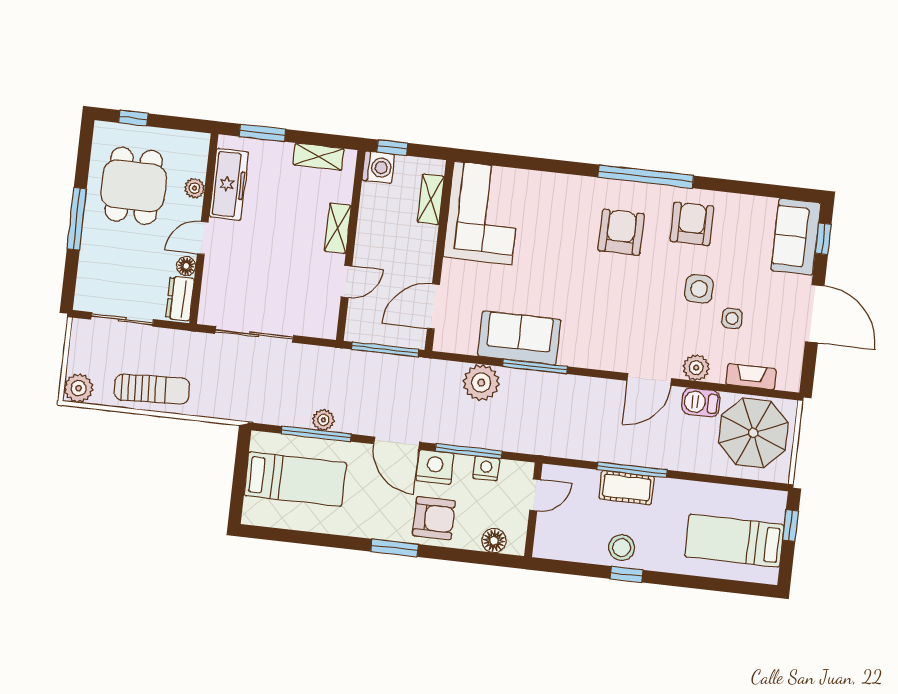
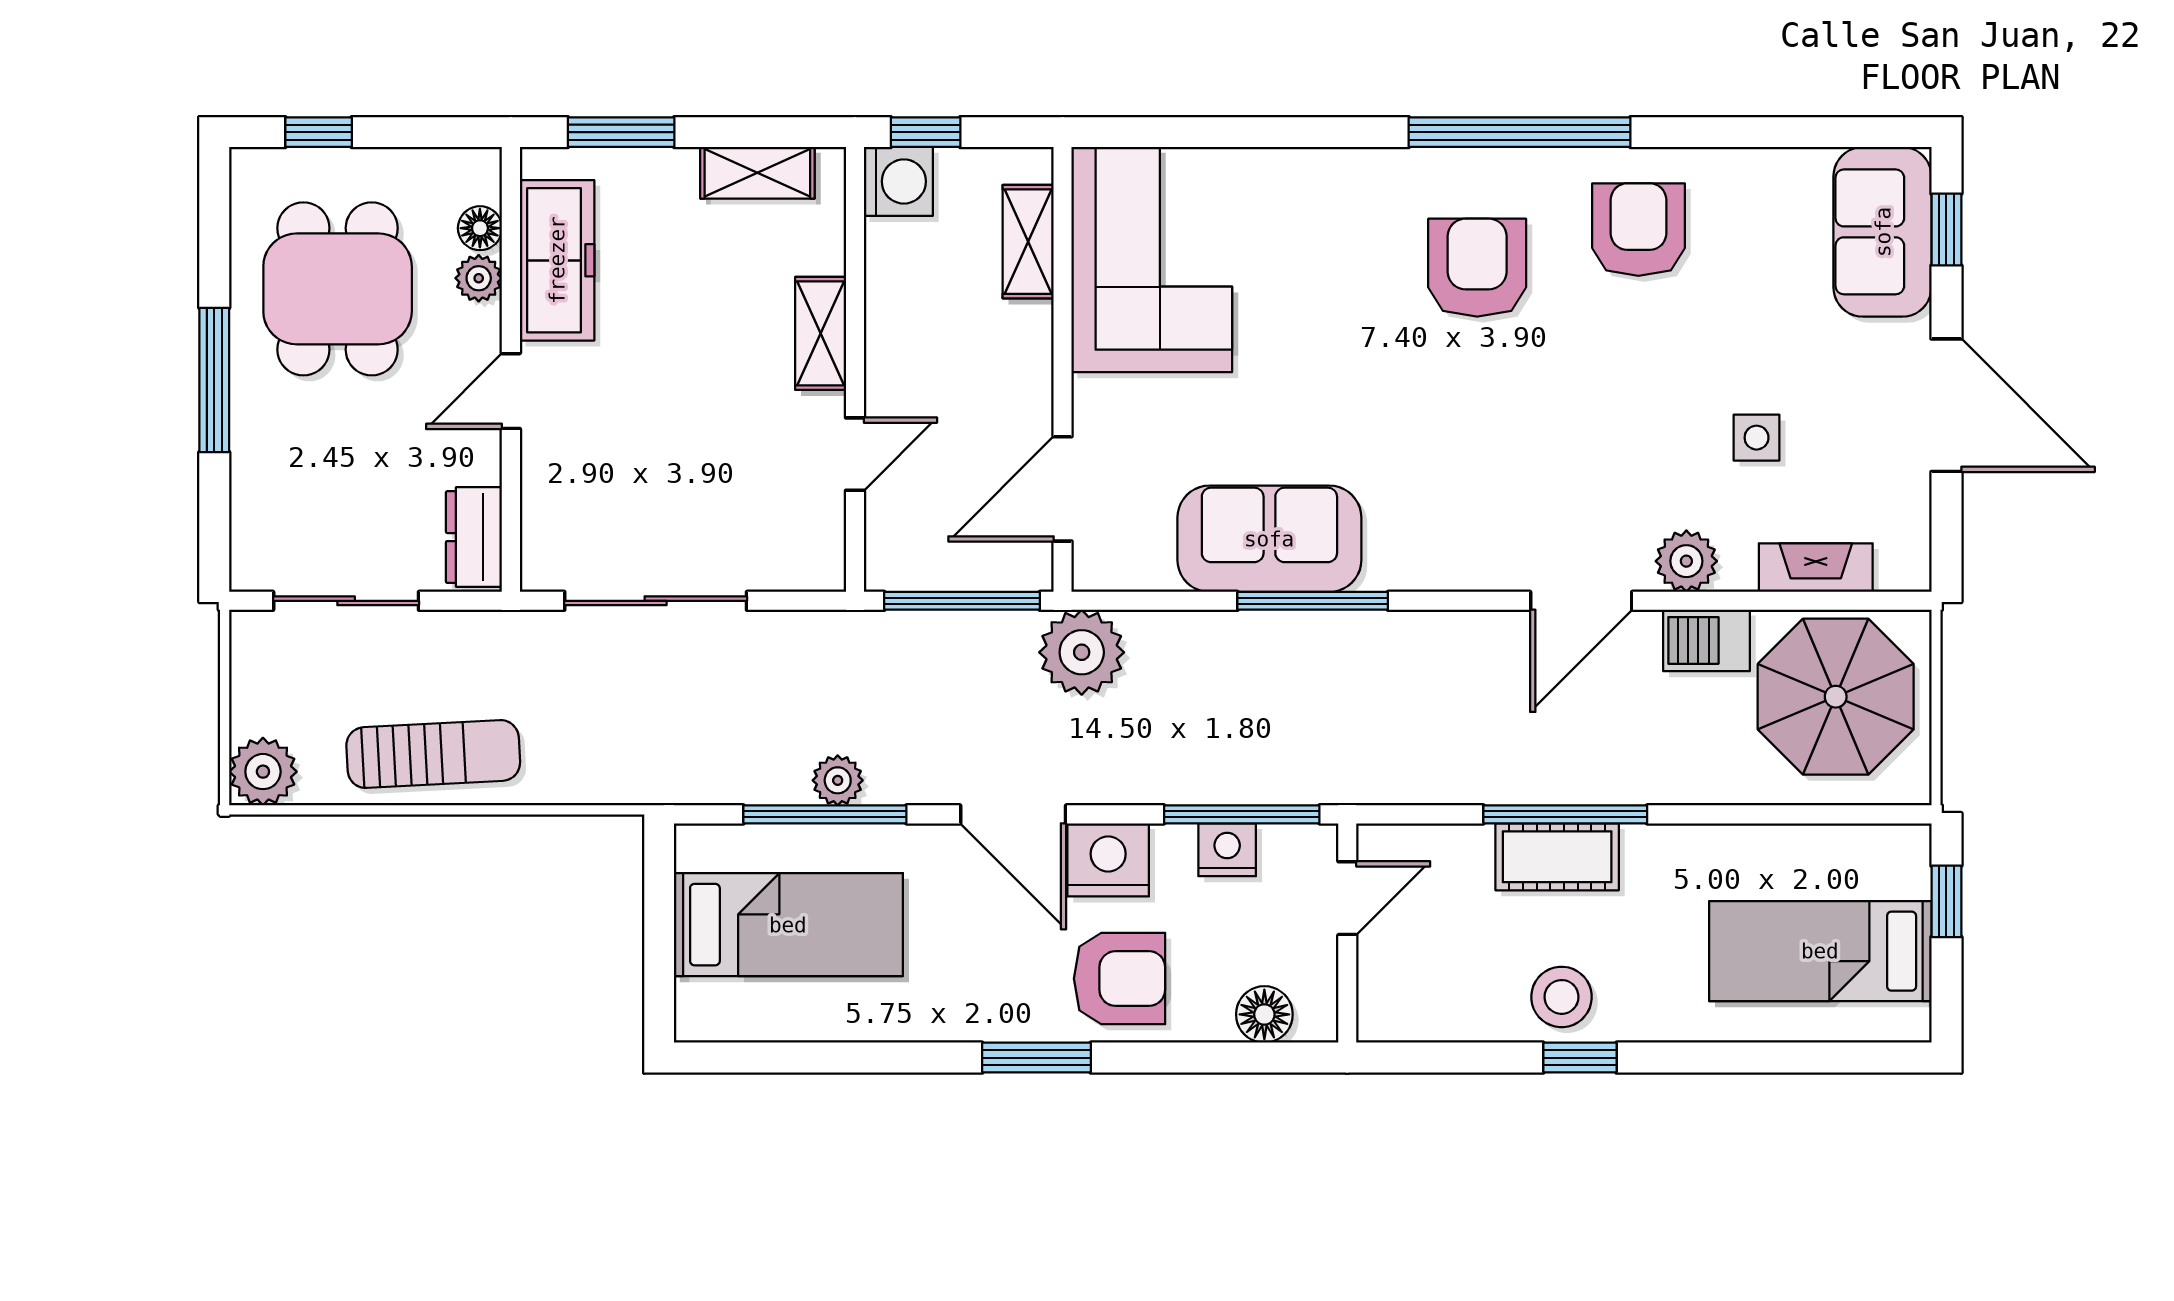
floor lamp: (186, 266) -> (480, 228), moved
side table: (699, 289) -> (1672, 378), removed
plant: (481, 383) -> (1082, 652), moved
window: (469, 451) -> (1242, 814), moved

